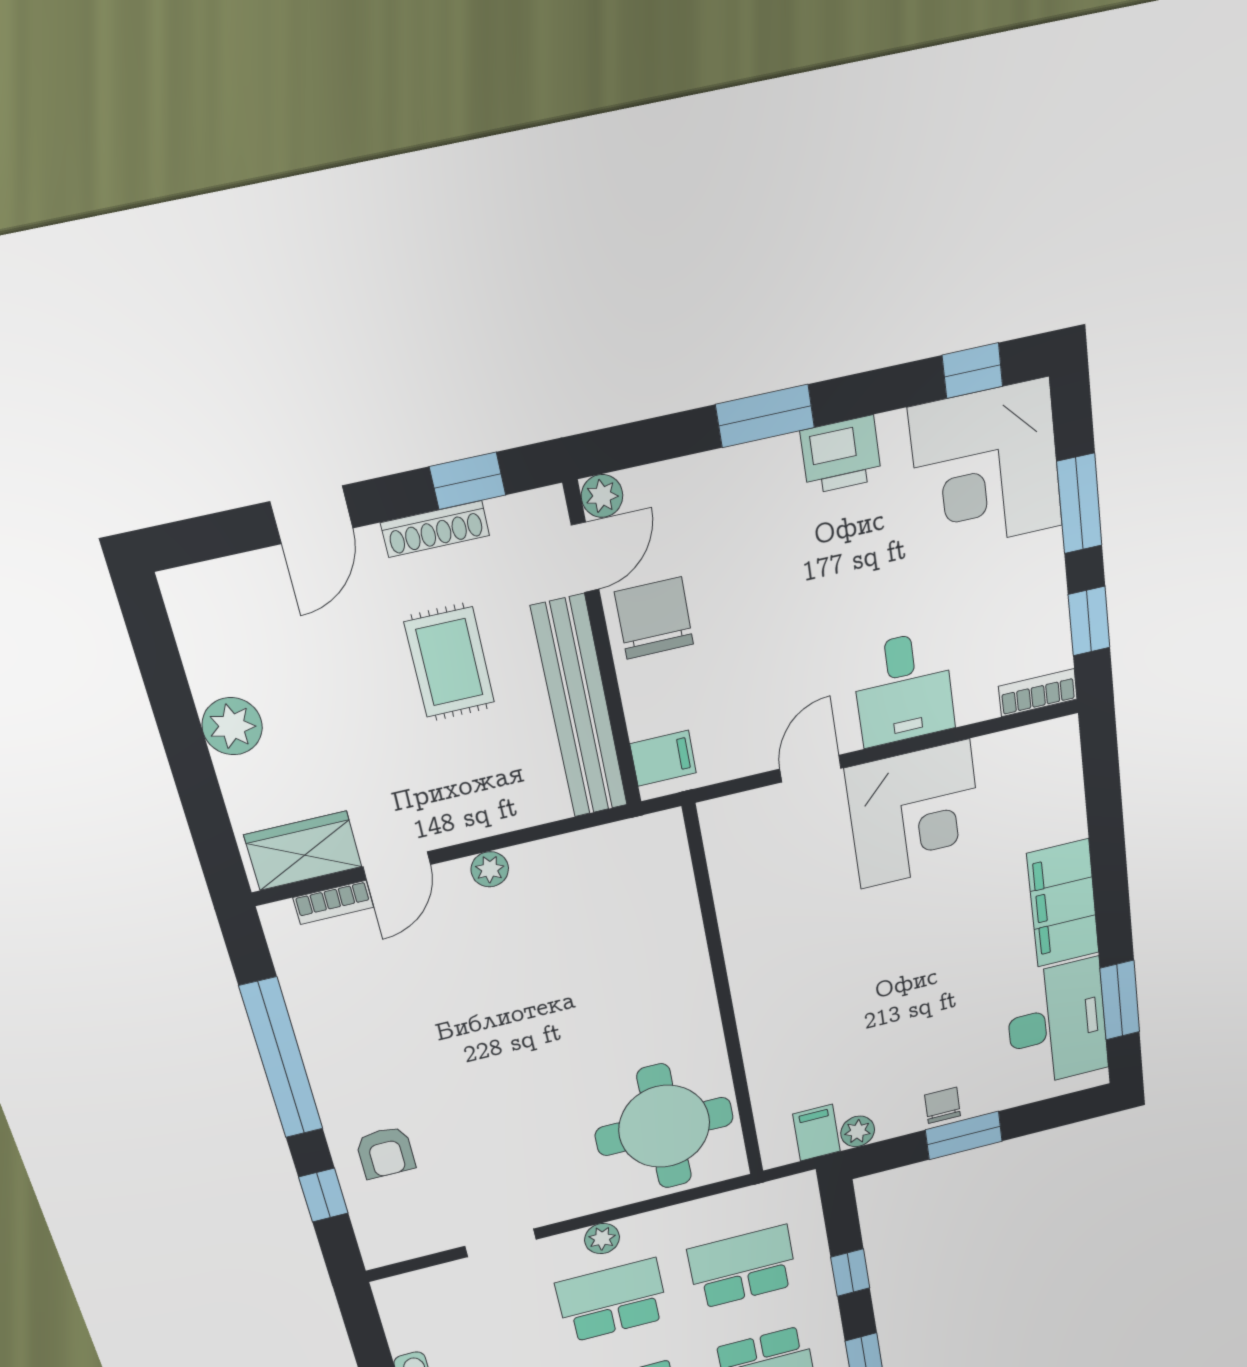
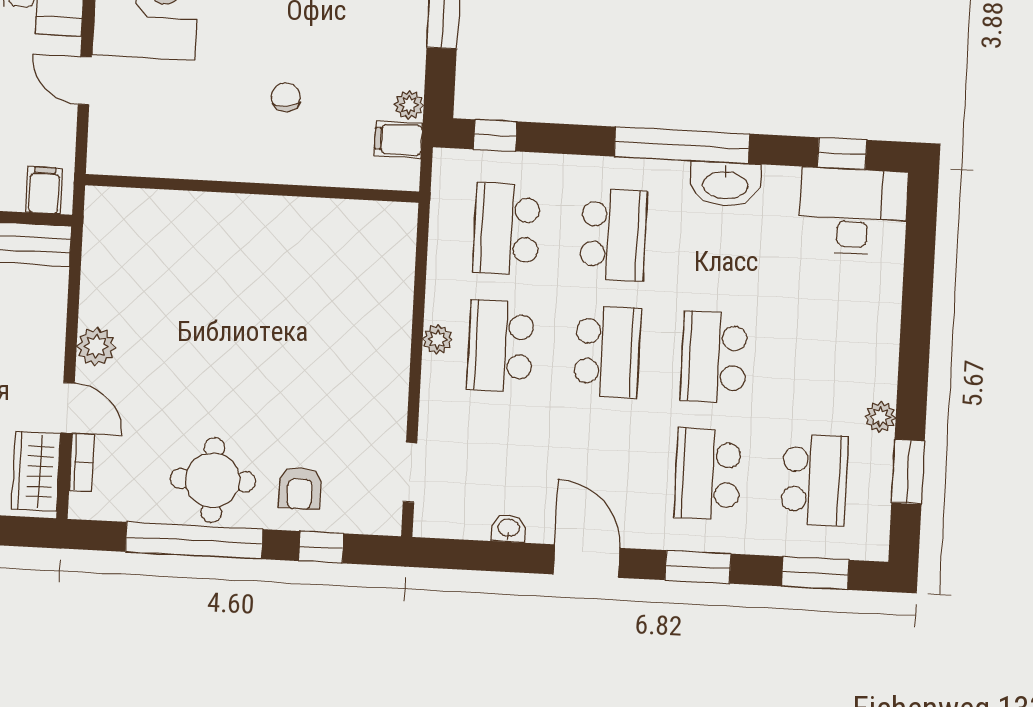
plant: (490, 869) -> (96, 347), width x1.38, depth x1.38
chair: (943, 1105) -> (286, 97), moved, turned 82
round table: (664, 1126) -> (213, 480), moved, width x0.73, depth x0.73
armchair: (386, 1152) -> (300, 488), turned 90
doorway: (501, 1243) -> (410, 472), moved
window: (850, 1273) -> (495, 135), moved

